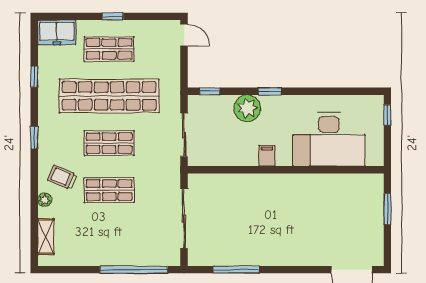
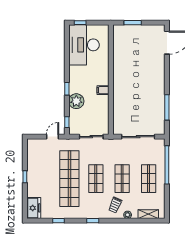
door: (184, 35) -> (53, 137), moved
shop shelf: (109, 49) -> (149, 179), moved
desk: (329, 139) -> (84, 45), moved, turned 180

